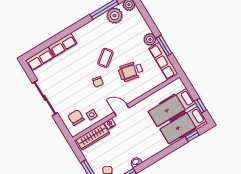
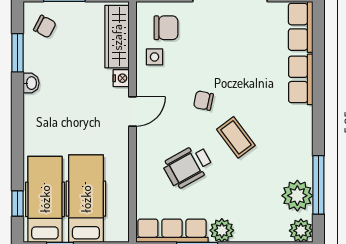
wheelchair: (131, 71) -> (188, 166), turned -131

